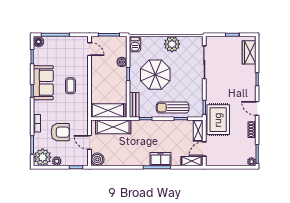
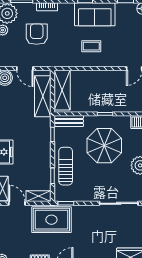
boiler: (122, 62) -> (119, 107), removed
armchair: (60, 132) -> (37, 34), turned 180
door: (89, 142) -> (25, 68), swing flipped

